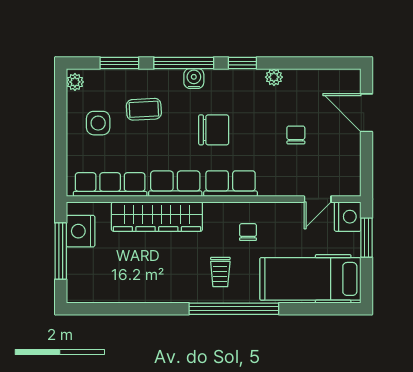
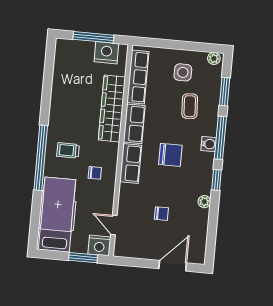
chair: (214, 130) -> (170, 155), turned -90

